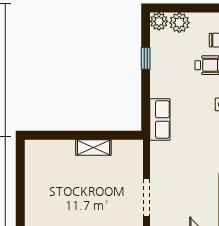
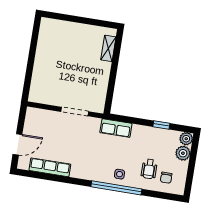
shelving: (93, 147) -> (108, 48), moved
doorway: (147, 198) -> (75, 112), moved

